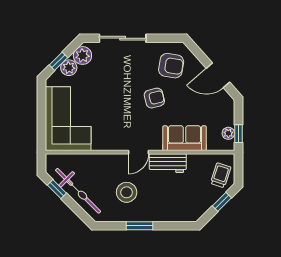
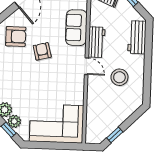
armchair: (171, 66) -> (16, 36), turned 81
bicycle: (78, 191) -> (117, 117), removed
workbench: (176, 212) -> (137, 37), added
window: (139, 226) -> (148, 68), removed

